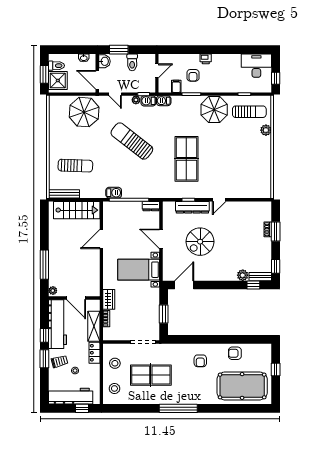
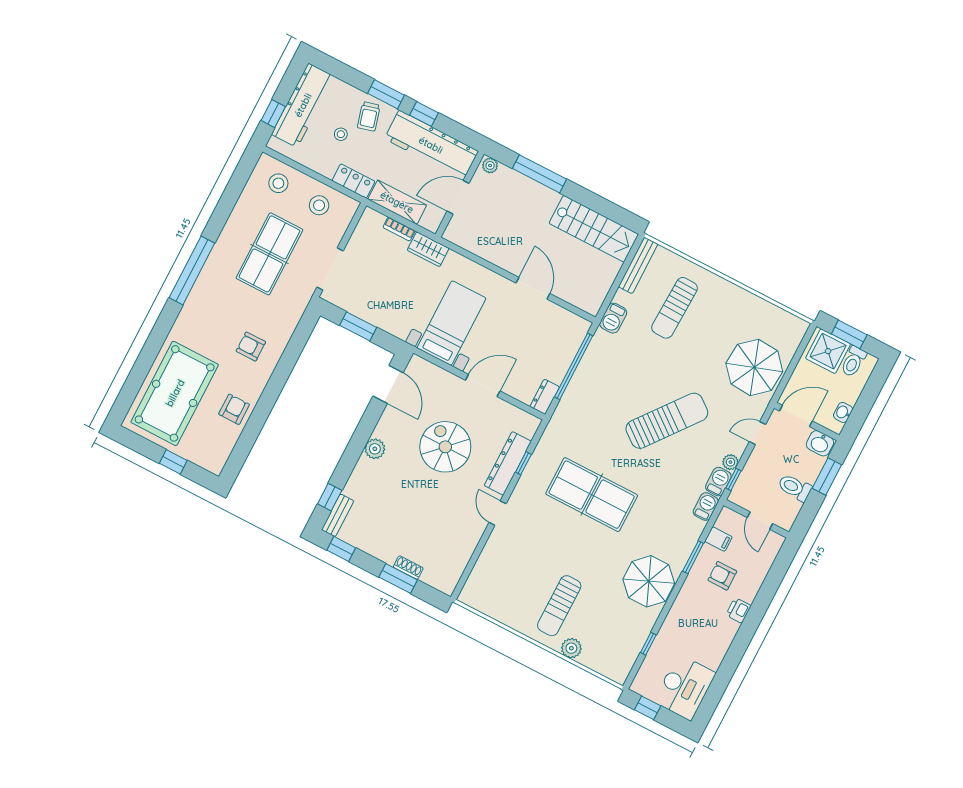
sun lounger: (249, 112) -> (559, 606), moved
barbecue: (114, 193) -> (613, 318), moved
stairs: (77, 210) -> (594, 229), moved, turned -90
plant: (243, 275) -> (375, 449), moved

